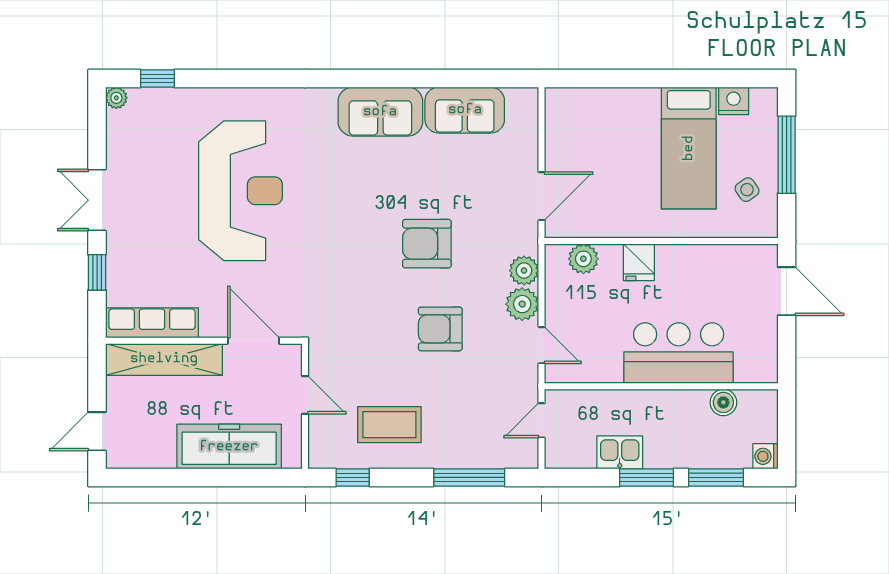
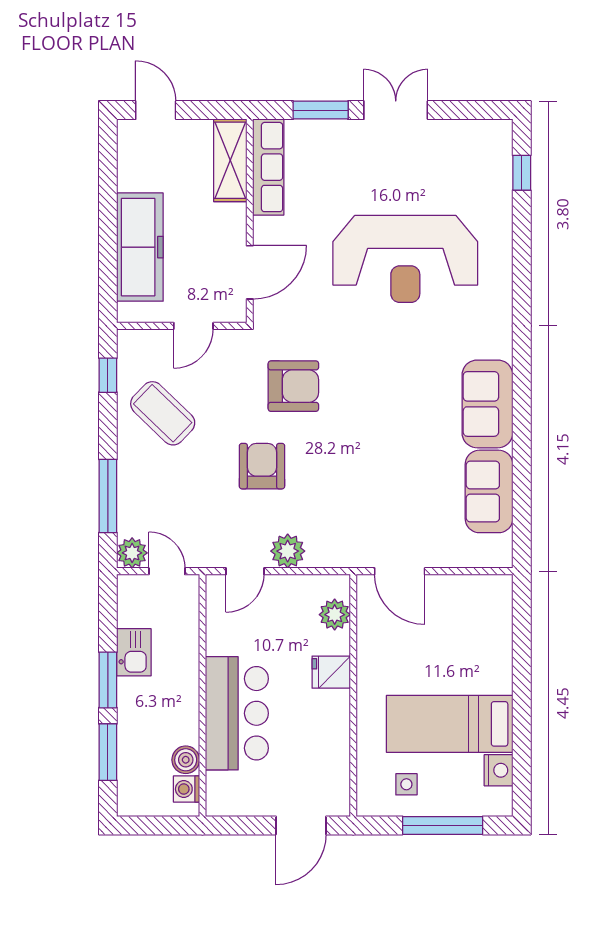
plant: (116, 98) -> (502, 130), removed
side table: (747, 190) -> (406, 784), turned 35
armchair: (427, 244) -> (293, 386), moved, turned 90
plant: (524, 271) -> (132, 553), moved
window: (97, 272) -> (321, 110), width x1.50
shelving: (164, 359) -> (230, 160), width x0.68
coffee table: (389, 425) -> (163, 413), turned -46
washing machine: (765, 456) -> (186, 789), moved, turned -90

